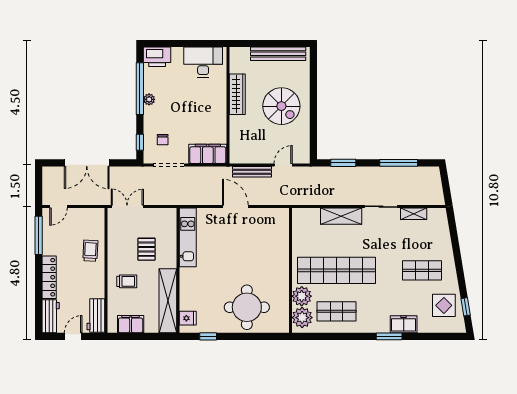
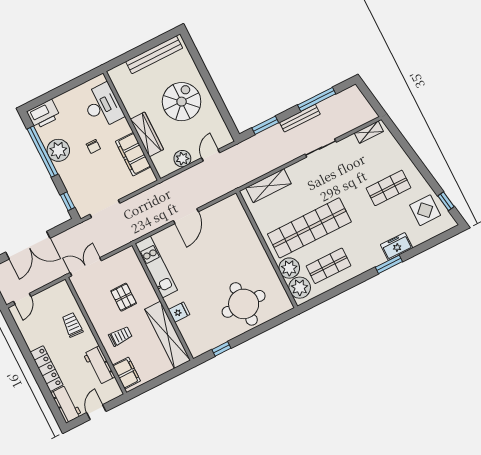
desk: (203, 62) -> (102, 106), moved, turned 90
wardrobe: (237, 94) -> (147, 134), moved
plant: (149, 99) -> (58, 150), width x1.87, depth x1.87
spiral stairs: (281, 106) -> (182, 102), turned -90
chair: (163, 140) -> (93, 146), moved
filing cabinet: (208, 154) -> (133, 154), moved, turned -90
plant: (257, 156) -> (182, 159), added
bench: (252, 172) -> (300, 118), moved
door: (235, 207) -> (186, 216), swing flipped
shelving: (414, 214) -> (369, 132), moved
shelving: (341, 216) -> (268, 186), moved
window: (39, 235) -> (17, 335), removed
workbench: (96, 316) -> (99, 365), moved
fridge: (188, 318) -> (179, 312), moved
filing cabinet: (131, 324) -> (126, 373), moved, turned 90

